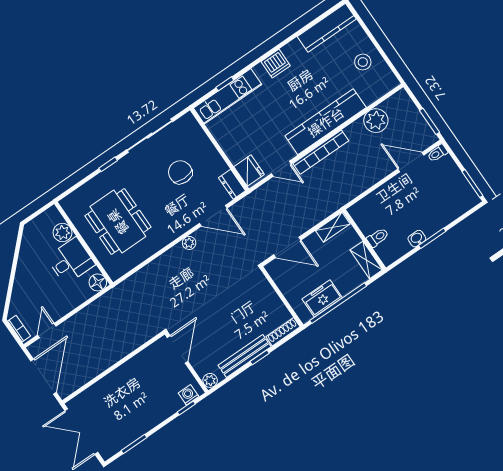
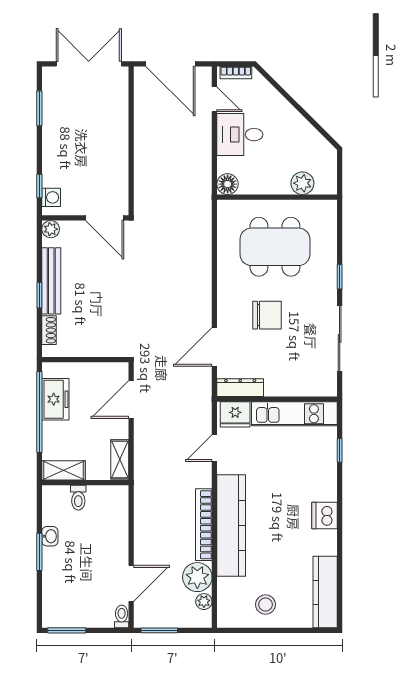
kitchen unit: (228, 96) -> (294, 414), moved, turned -90
bookcase: (321, 152) -> (204, 525), moved
chair: (180, 172) -> (267, 315), moved
dresser: (232, 184) -> (240, 388), width x1.44
plant: (189, 243) -> (204, 602), moved
desk: (71, 261) -> (240, 135), moved, turned 90
shoe rack: (283, 332) -> (49, 330), width x0.70

